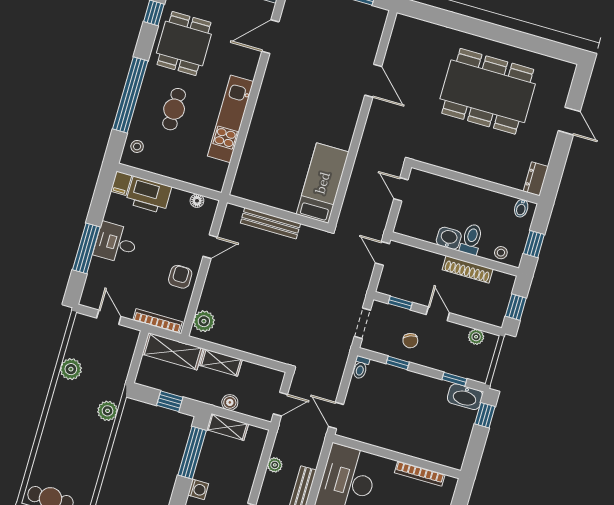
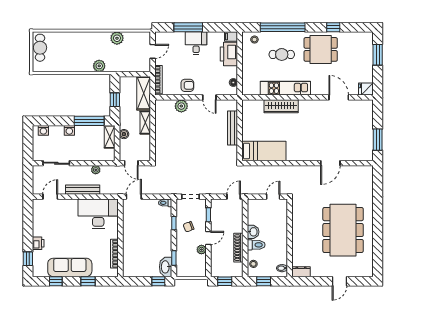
wardrobe: (258, 134) -> (281, 106), added
plant: (204, 321) -> (181, 106), moved
plant: (476, 337) -> (201, 250), moved

